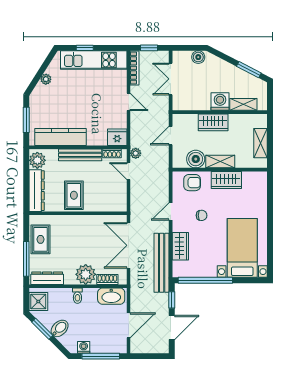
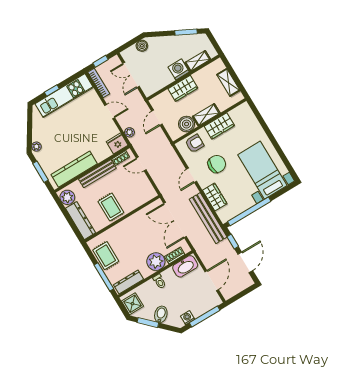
plant: (46, 79) -> (36, 147), moved
plant: (136, 153) -> (130, 132), moved
chair: (202, 215) -> (217, 164), width x1.87, depth x1.87

